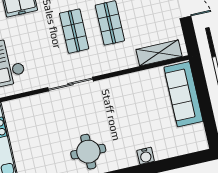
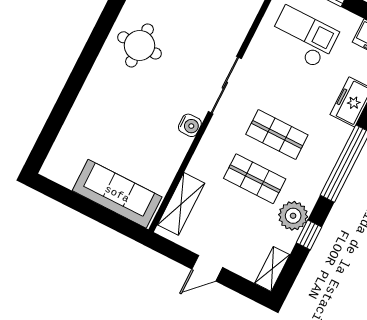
water cooler: (146, 156) -> (190, 125), moved, turned 180

